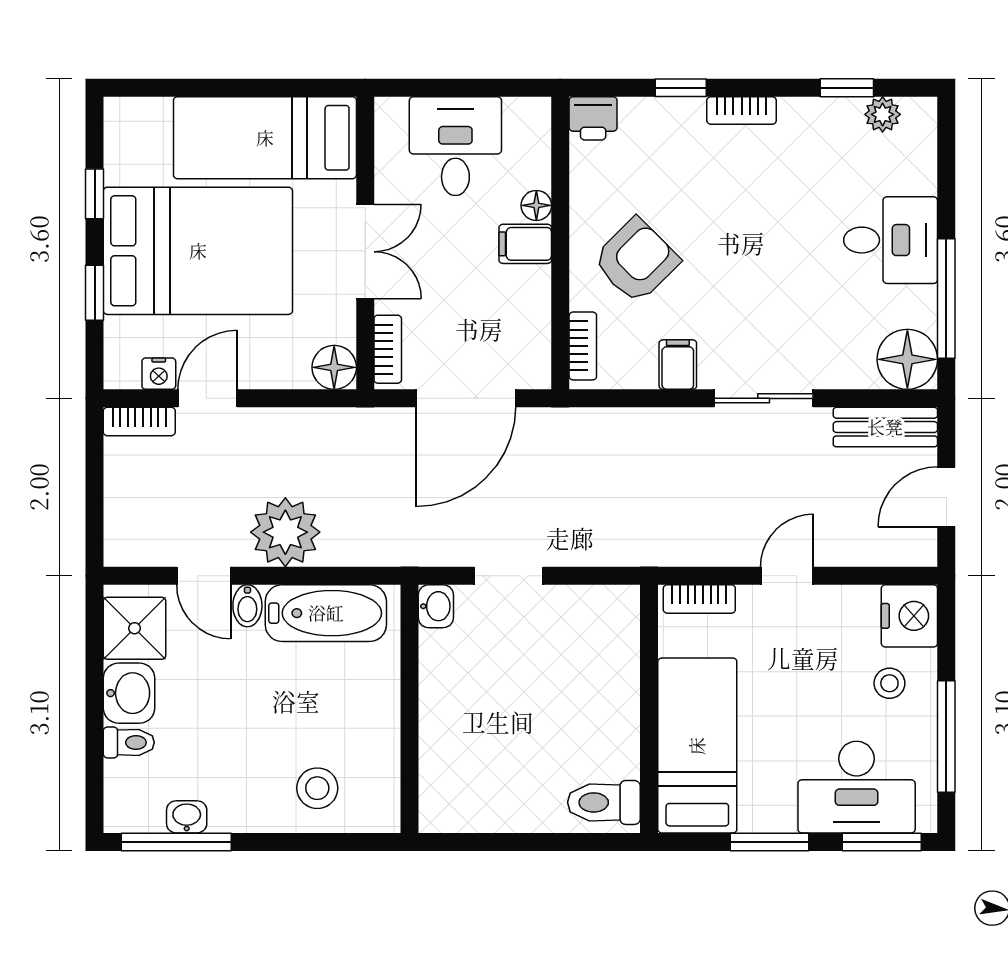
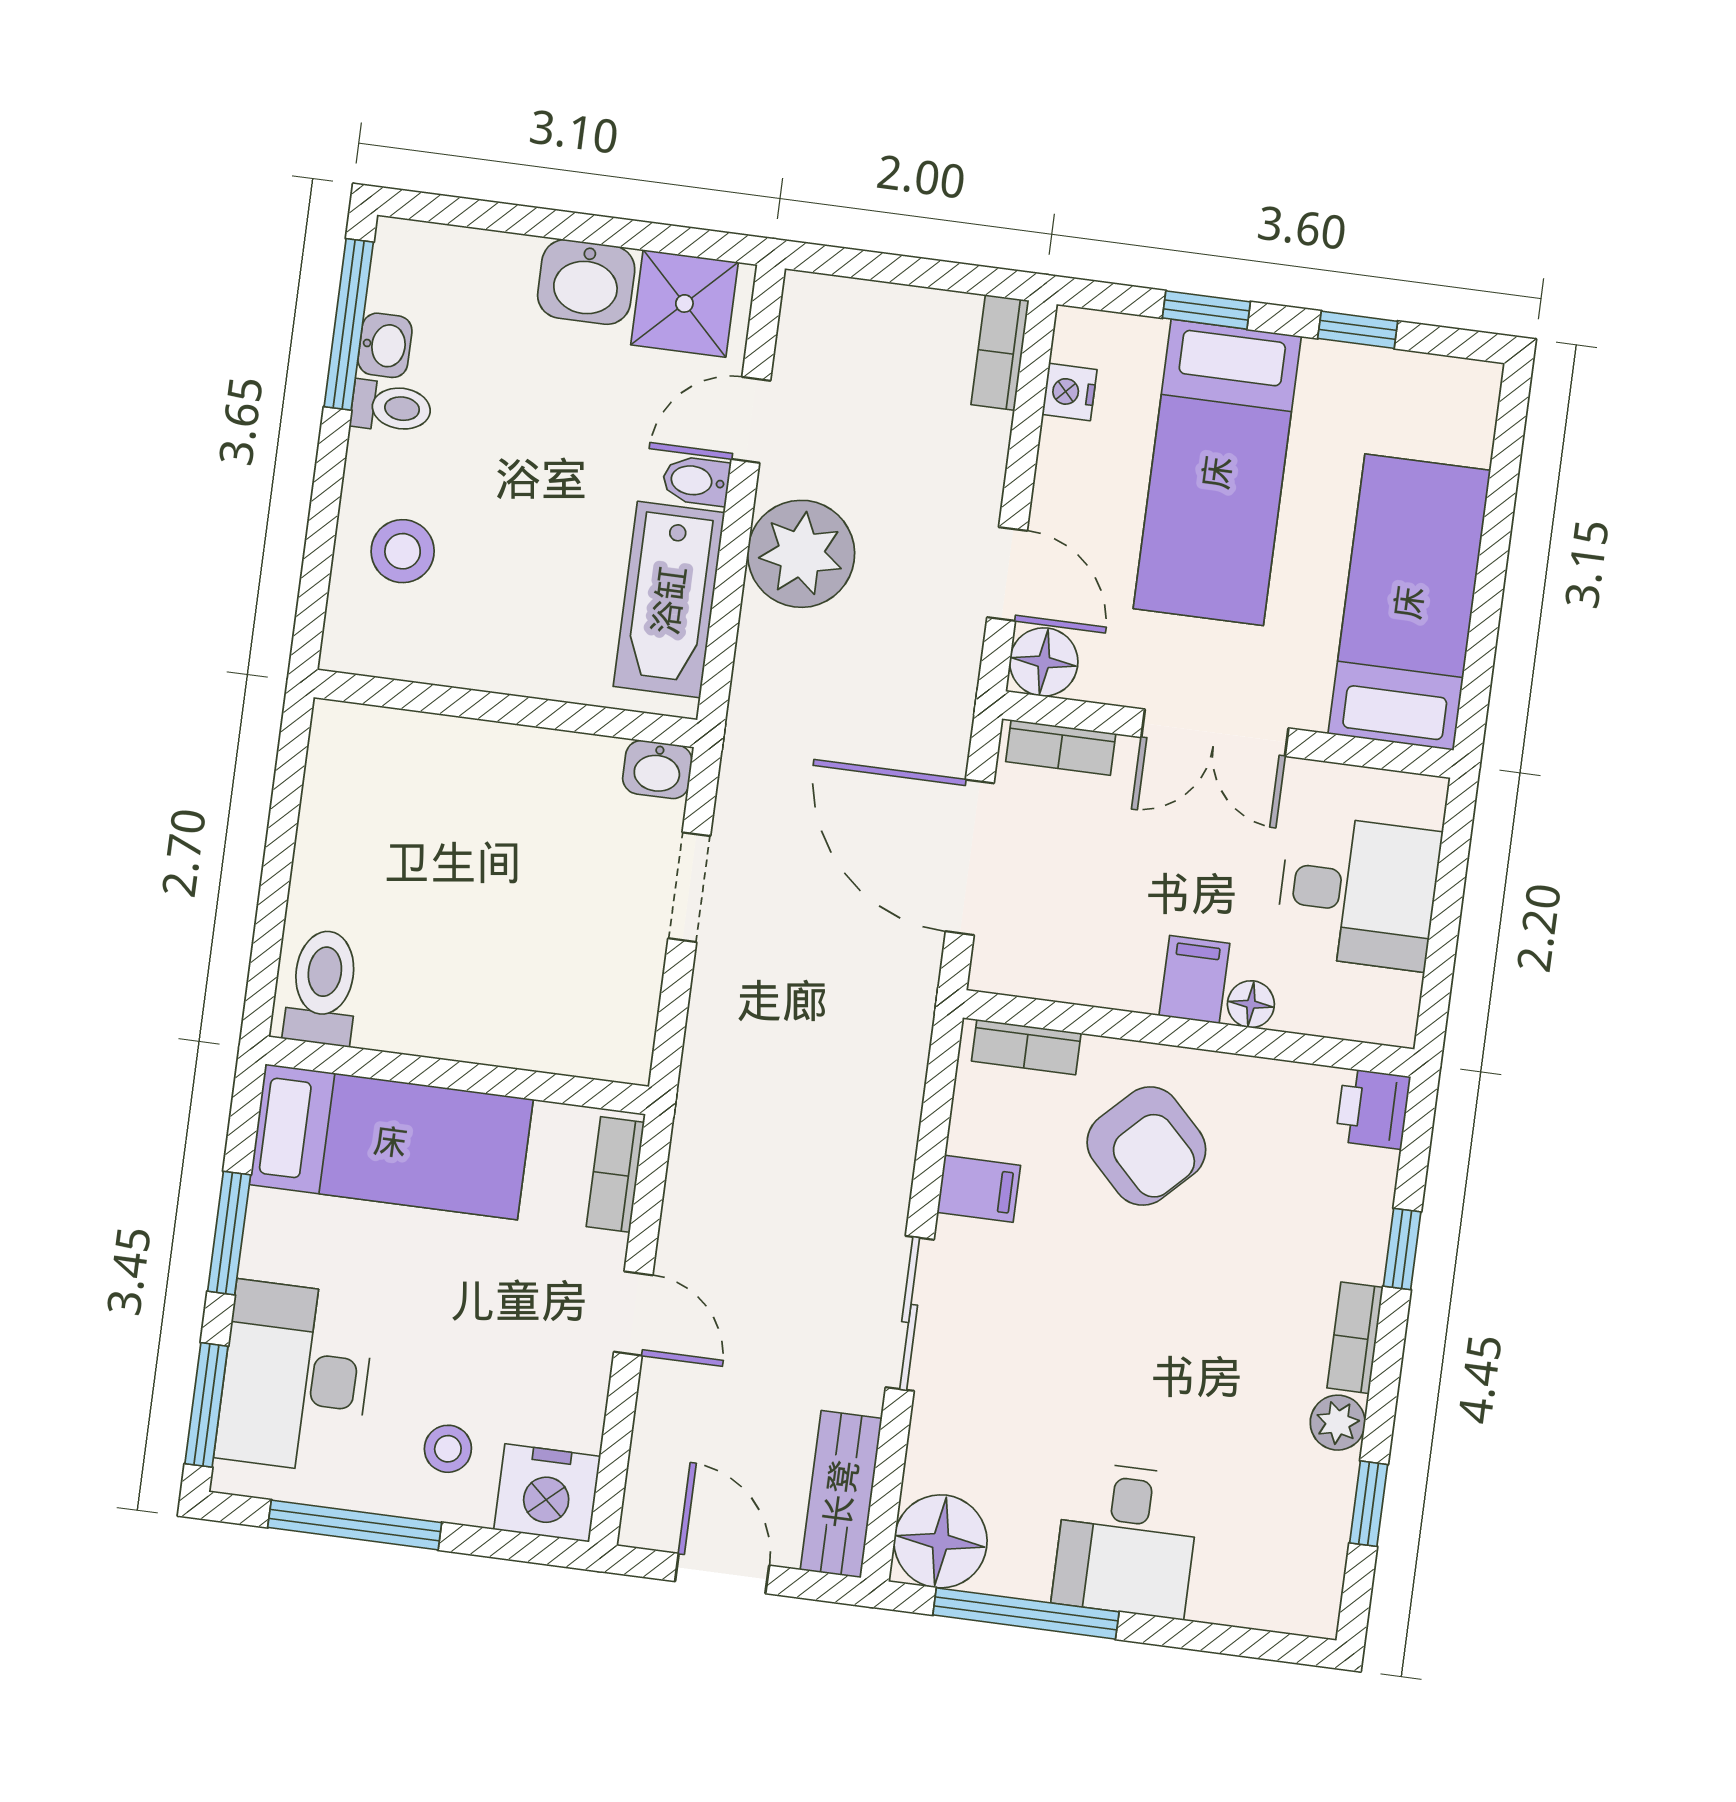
plant: (883, 114) -> (1338, 1423), moved
bed: (198, 251) -> (1217, 472), width x0.67
door: (208, 398) -> (1007, 574), moved
toilet: (129, 742) -> (391, 407), moved, turned -90

